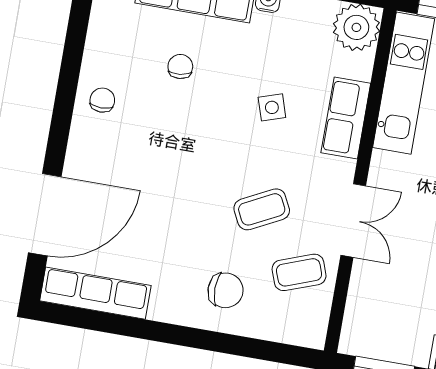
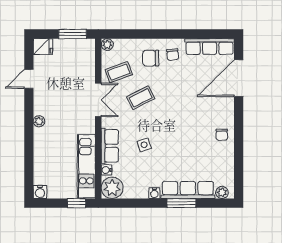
chair: (180, 67) -> (173, 55), moved
water cooler: (362, 68) -> (106, 170), added
double door: (353, 221) -> (98, 100), swing flipped
plant: (313, 336) -> (107, 45), added

